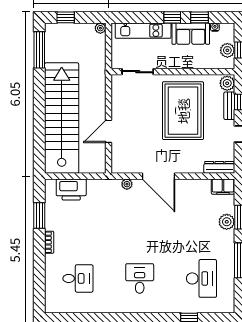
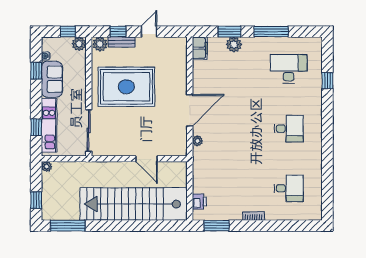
window: (172, 17) -> (36, 127), moved
plant: (227, 50) -> (79, 44), moved
sliding door: (138, 72) -> (89, 131), width x1.37
dresser: (219, 167) -> (181, 52), removed
printer: (71, 189) -> (199, 202), width x0.53, depth x0.68
window: (39, 215) -> (217, 226), moved
desk: (78, 278) -> (289, 188), turned 90
desk: (140, 278) -> (289, 129), turned 180

